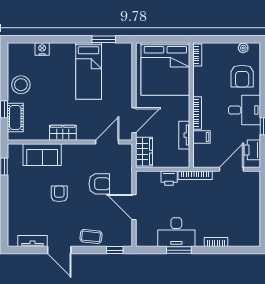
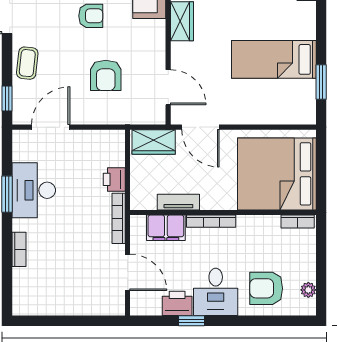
filing cabinet: (201, 137) -> (166, 228), width x2.00
printer: (252, 150) -> (177, 303), moved
door: (134, 207) -> (51, 127), moved

